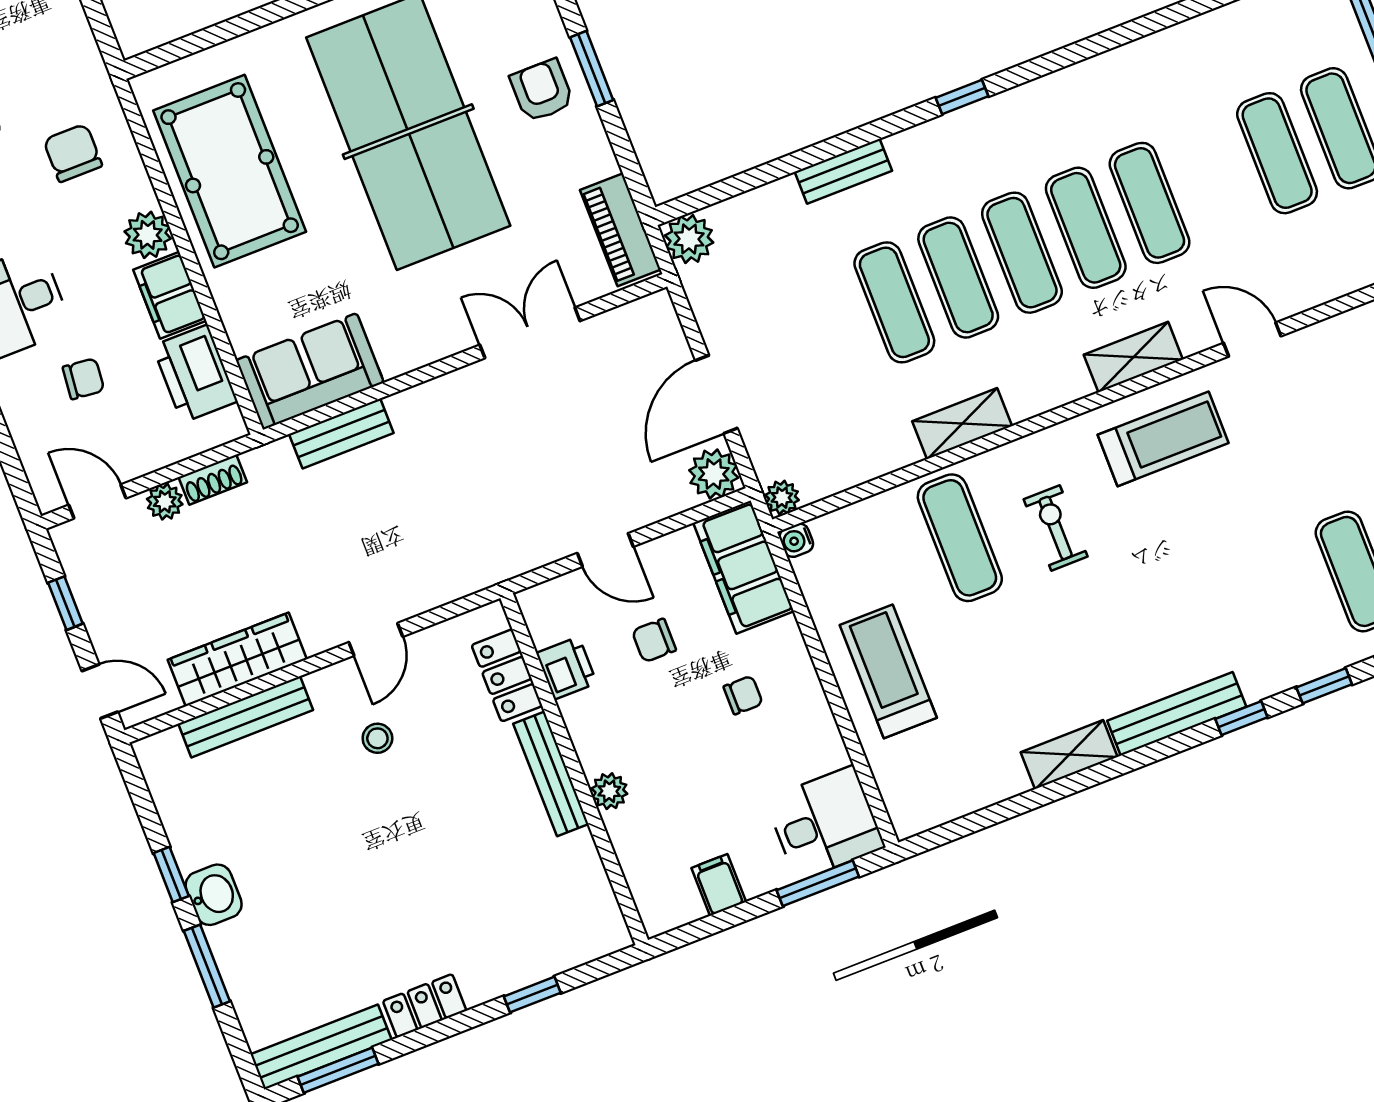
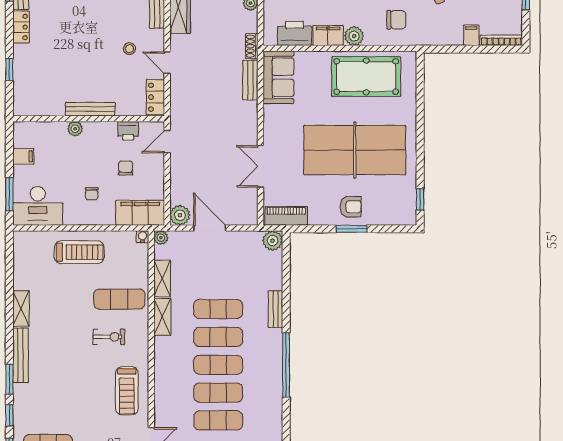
window: (962, 97) -> (286, 365), width x3.17
double door: (530, 333) -> (261, 166), swing flipped
shelving: (1133, 357) -> (162, 278), moved
shoe rack: (213, 480) -> (252, 46), moved
door: (605, 550) -> (167, 142), moved
locker: (507, 675) -> (155, 97), moved, turned -90
window: (1241, 718) -> (9, 379), width x1.50
desk: (825, 823) -> (38, 206), width x1.37

